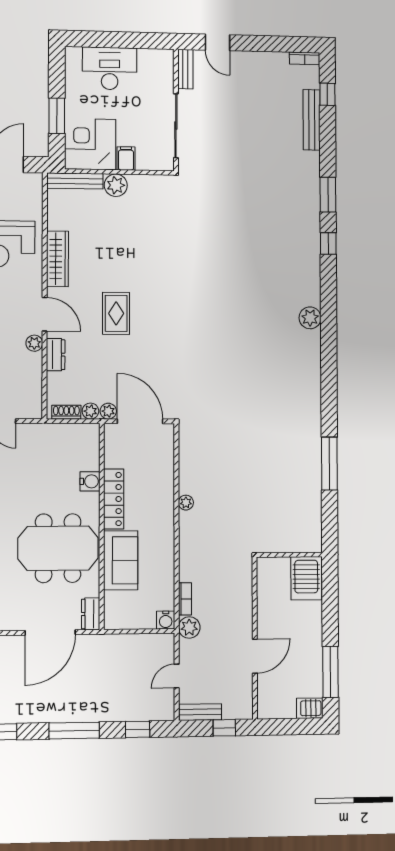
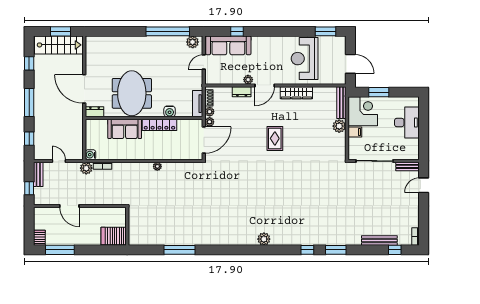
rug: (116, 313) -> (275, 138), moved, turned 90
tv unit: (77, 432) -> (198, 104), added

